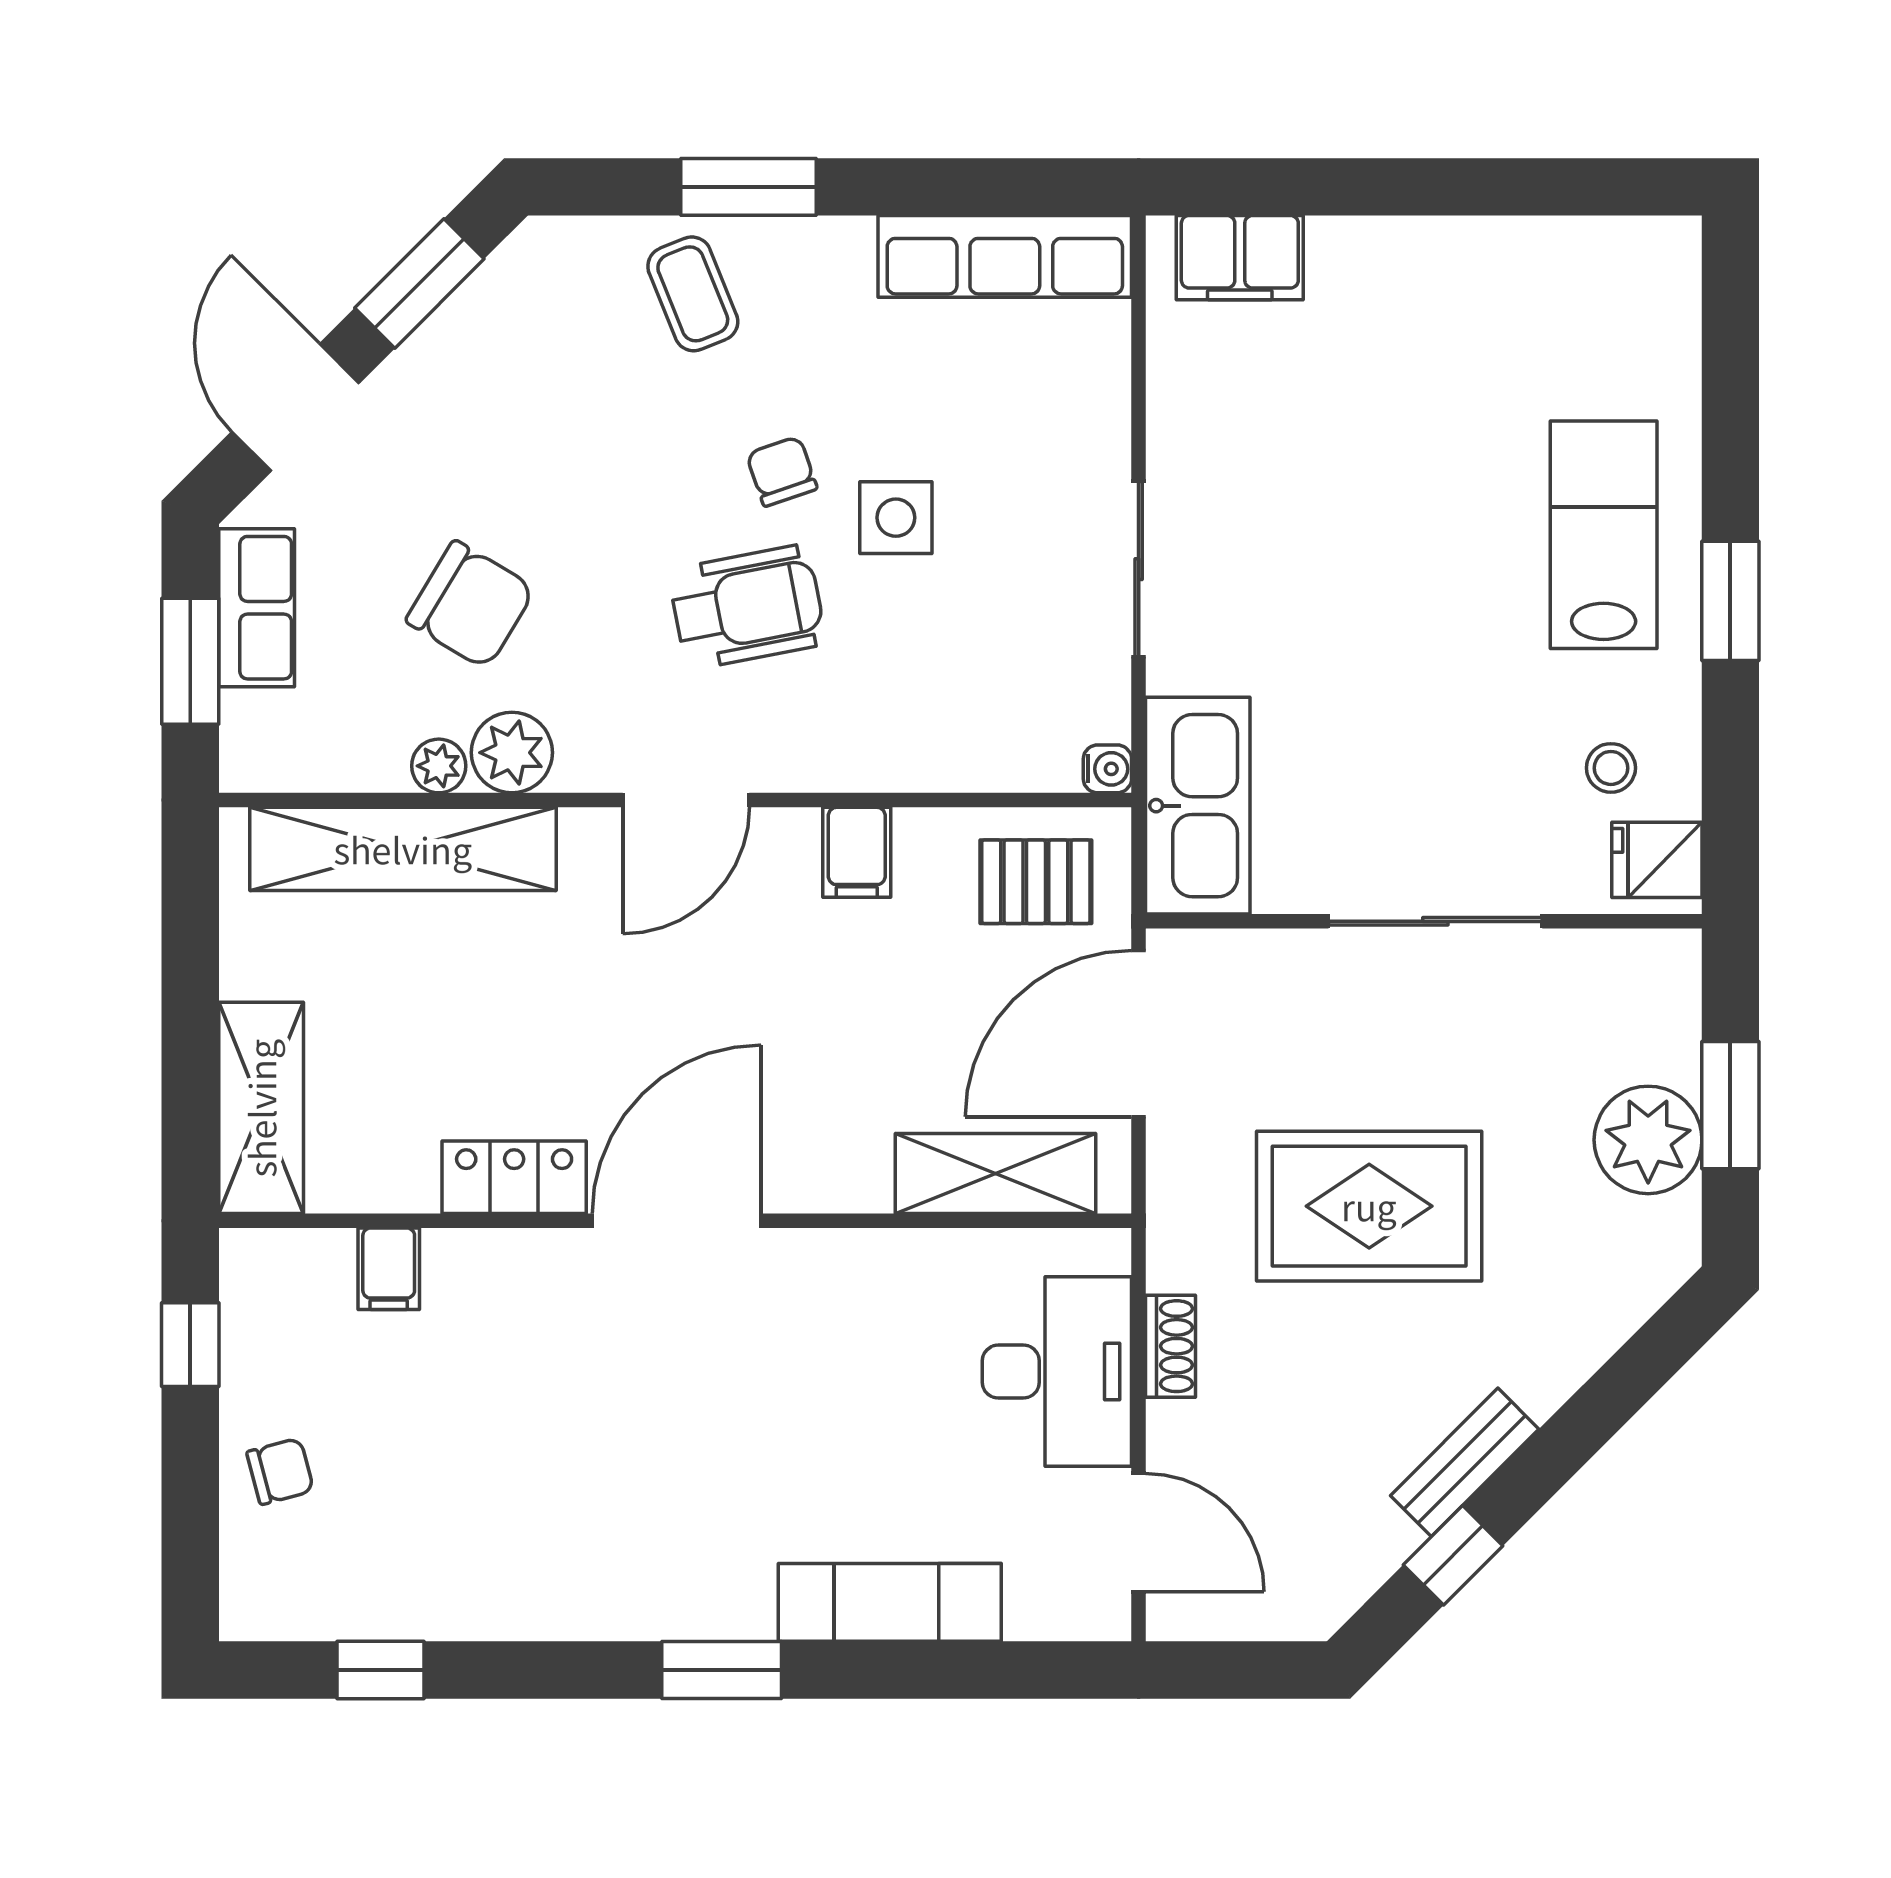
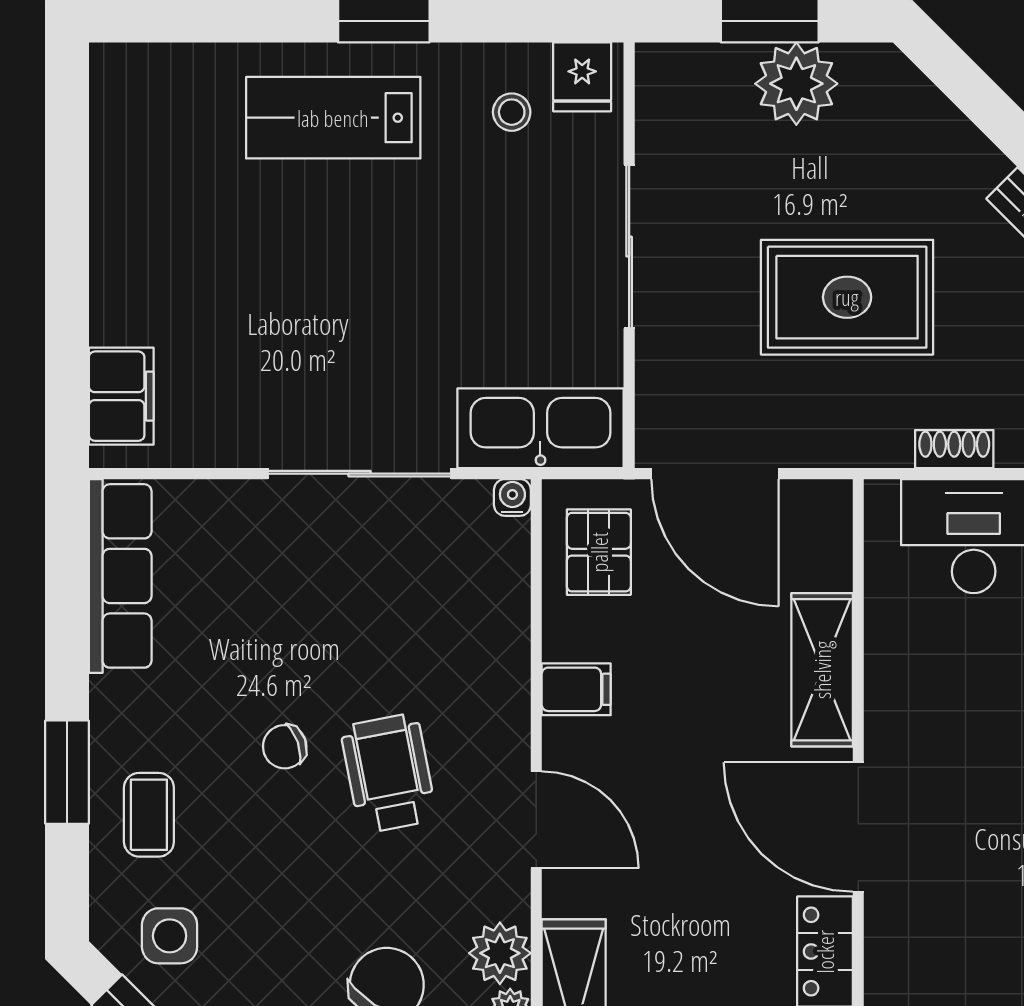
coffee table: (693, 294) -> (149, 815), turned -68
side table: (896, 518) -> (170, 936), moved
sliding door: (1139, 569) -> (360, 474), width x1.37
shelving: (995, 1174) -> (822, 670), moved
rug: (1369, 1206) -> (847, 297), turned 90

